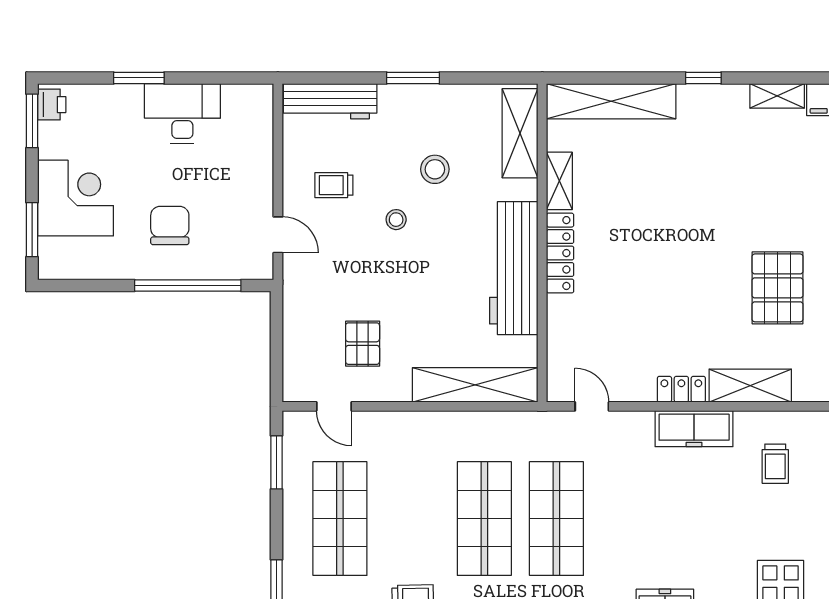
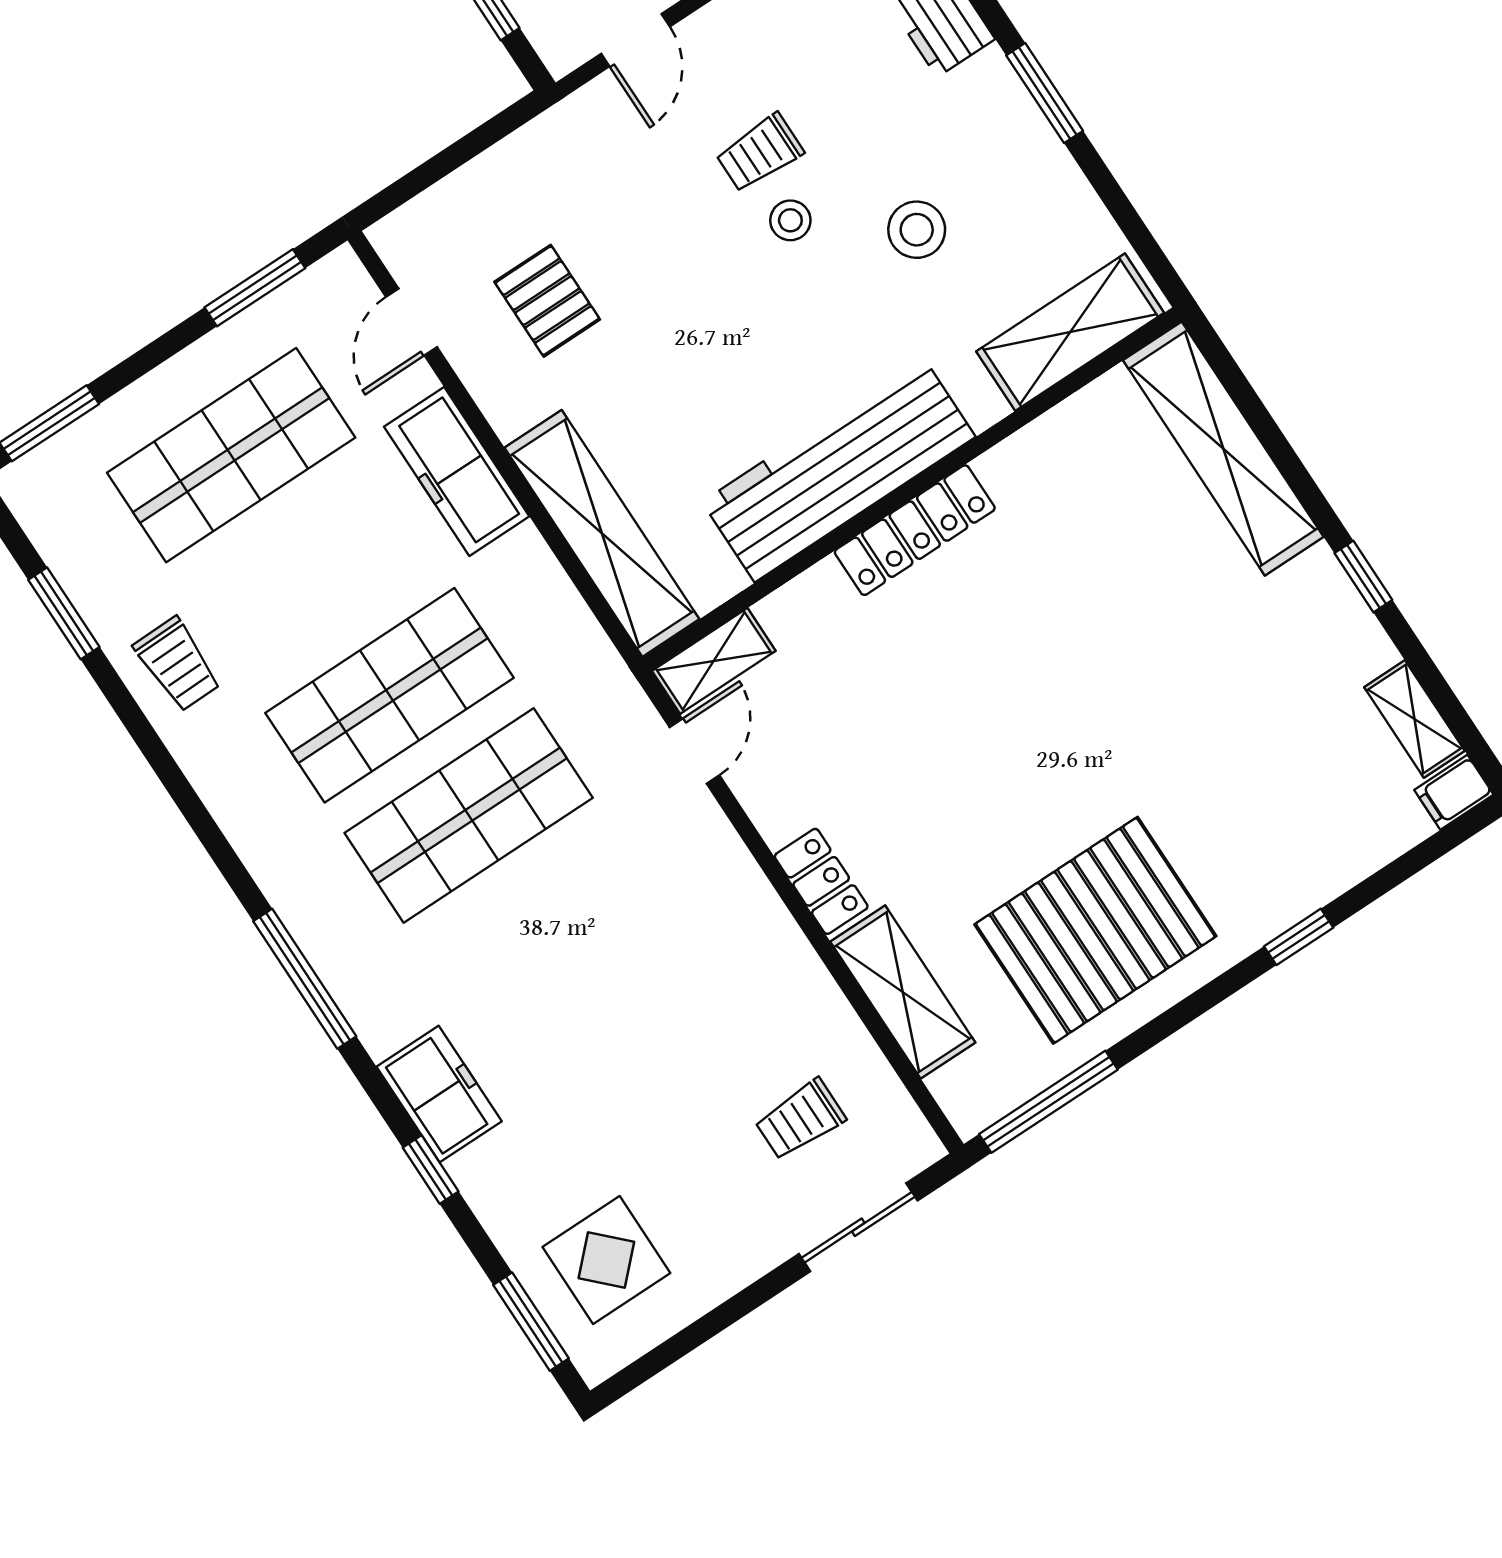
shelving: (559, 181) -> (714, 661), moved
trolley: (334, 185) -> (760, 153), moved, turned -90
pallet: (778, 288) -> (1095, 930), width x1.37, depth x1.41
pallet: (363, 344) -> (547, 301), turned 90
freezer: (694, 429) -> (457, 471), moved

